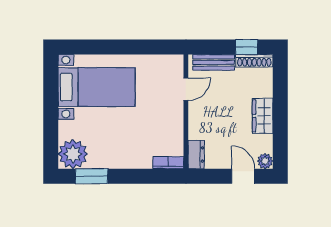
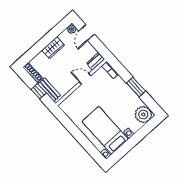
window: (247, 47) -> (39, 91), moved
door: (186, 89) -> (85, 79), moved
window: (92, 176) -> (136, 87), moved

